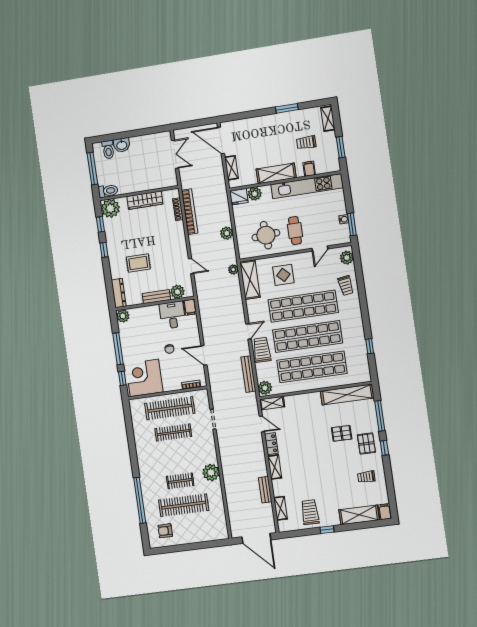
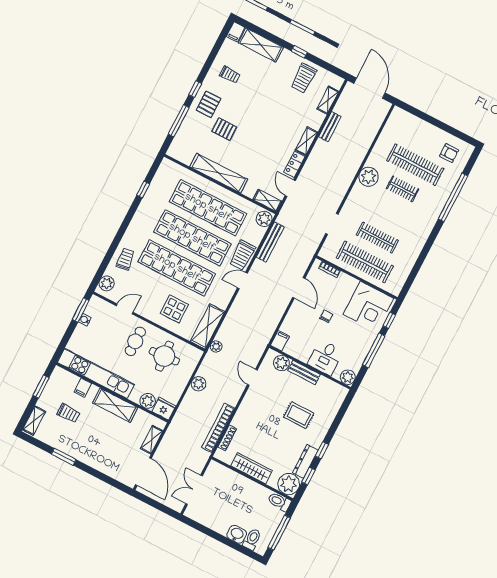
dresser: (119, 293) -> (305, 461), moved
desk: (172, 315) -> (325, 358), moved
shelving: (347, 395) -> (219, 173), moved

